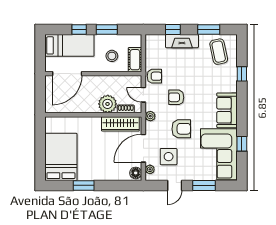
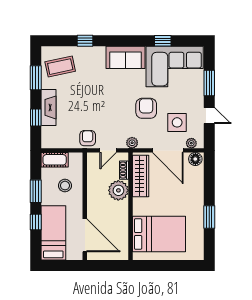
cot: (135, 60) -> (55, 160), moved
armchair: (176, 97) -> (111, 114), removed
bed: (61, 157) -> (159, 234), moved, turned 180

